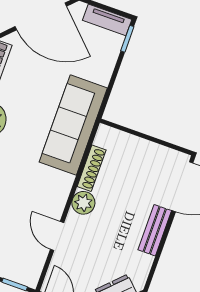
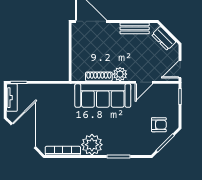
sofa: (73, 125) -> (103, 96), moved
bench: (155, 230) -> (135, 28), moved

